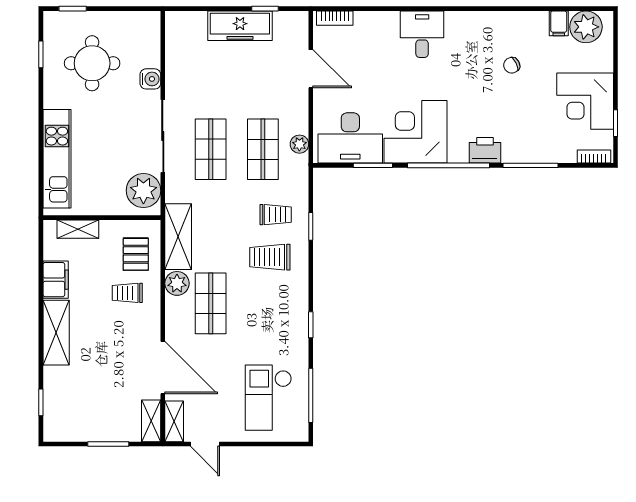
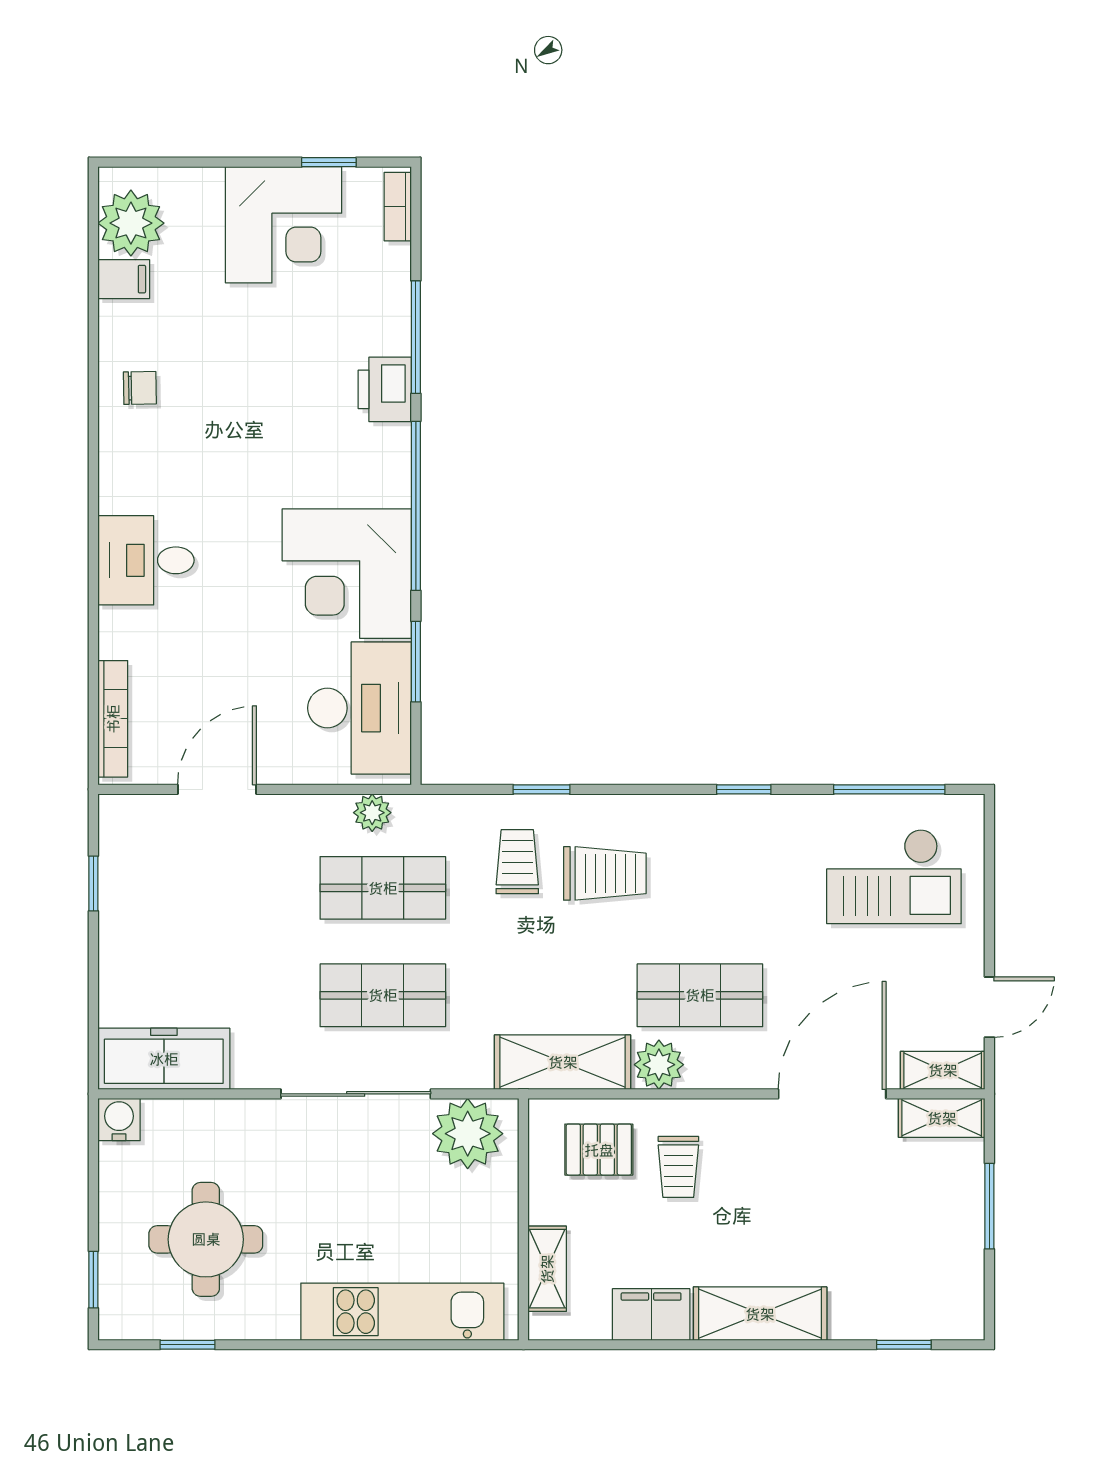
bookcase: (335, 18) -> (113, 719), width x1.56
freezer: (240, 26) -> (164, 1059), moved, turned -90
chair: (512, 65) -> (140, 388), moved, turned -63
water cooler: (150, 79) -> (119, 1120), moved
printer: (485, 150) -> (385, 389), moved
trolley: (270, 257) -> (605, 873), turned -90

